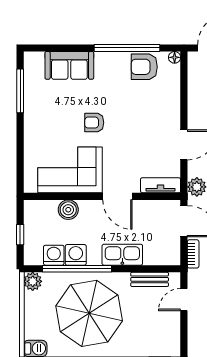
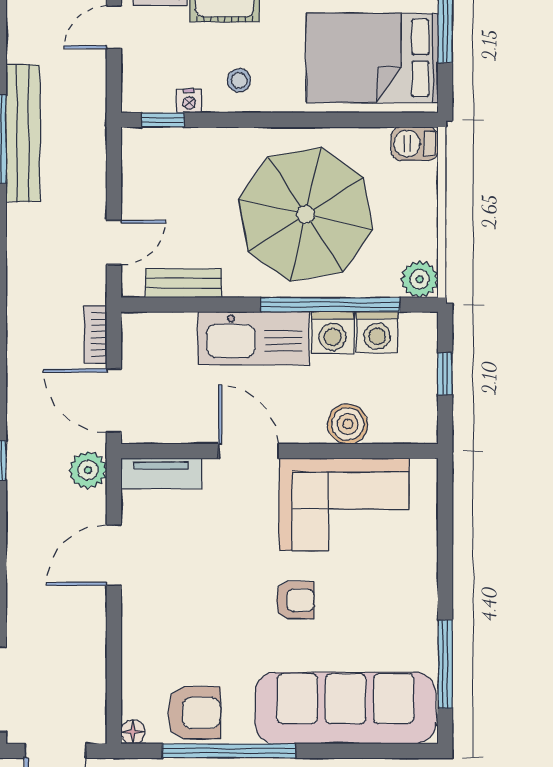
sofa: (69, 65) -> (346, 708), width x1.85, depth x1.27
kitchen sink: (122, 255) -> (253, 338), width x1.36, depth x1.24

